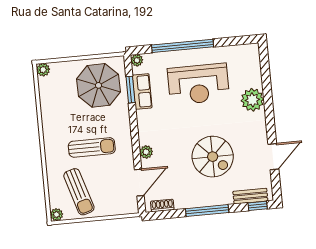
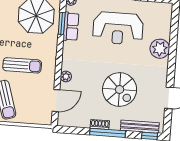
bench: (250, 196) -> (140, 127), width x1.36
shoe rack: (162, 205) -> (100, 124), moved

